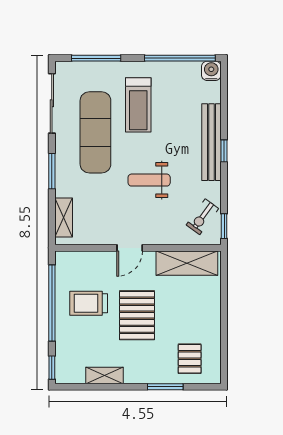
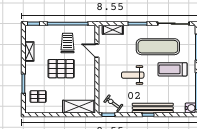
weight bench: (149, 180) -> (133, 75), turned -90
door: (130, 248) -> (97, 51), moved
shelving: (187, 263) -> (79, 107), moved, turned 90

